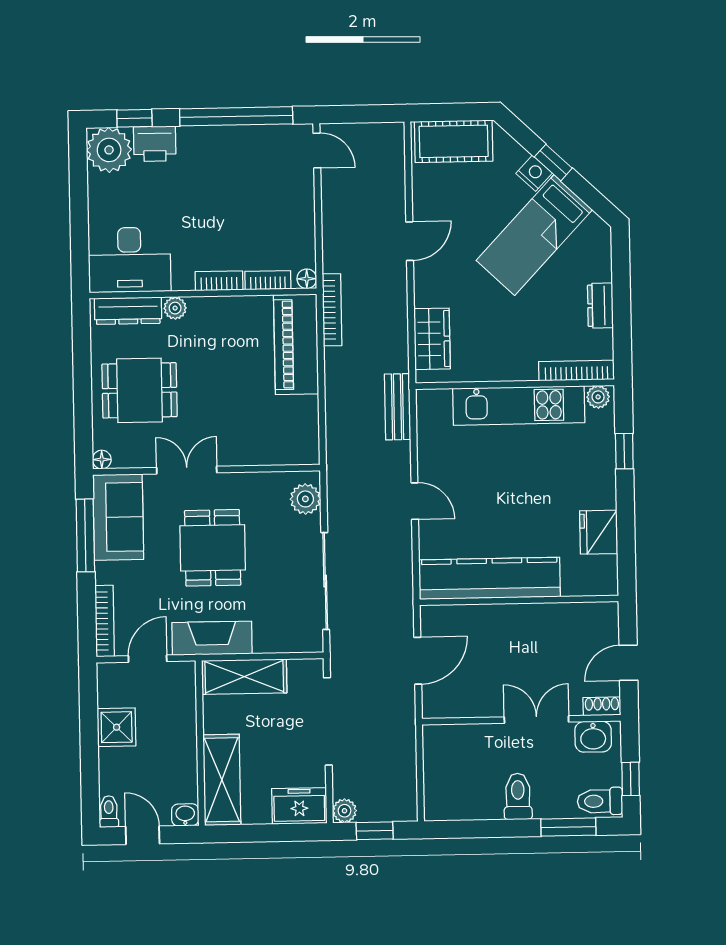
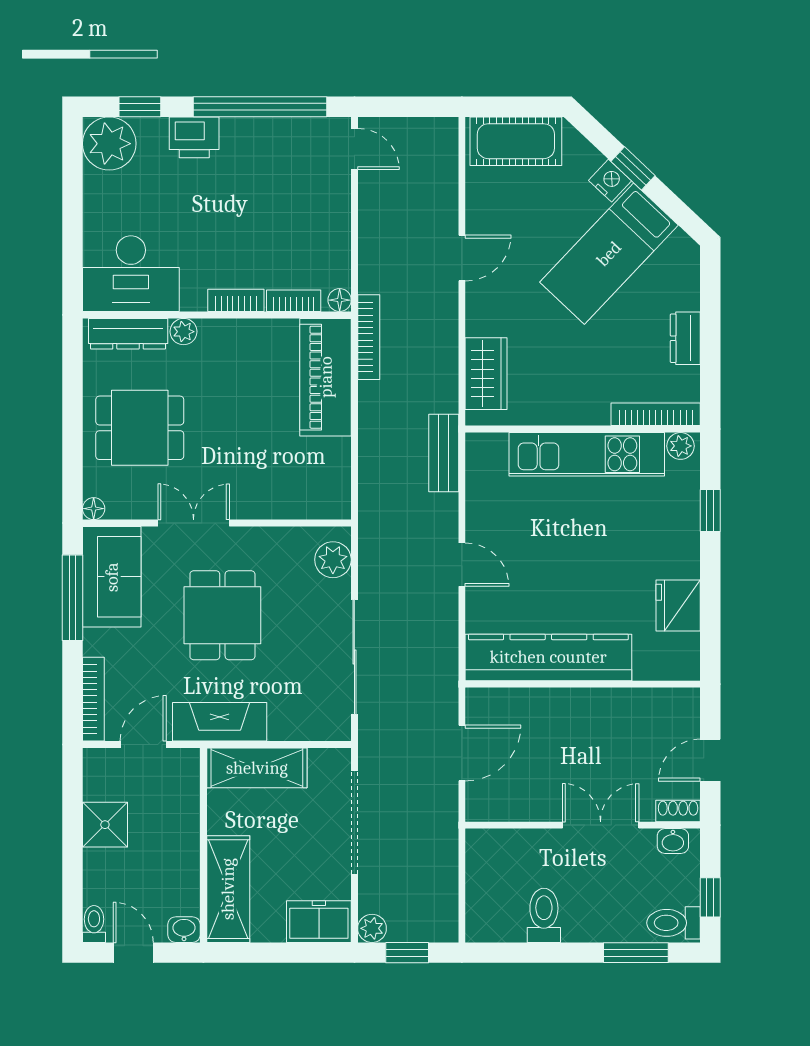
printer: (155, 144) -> (194, 137), moved
washbasin: (593, 737) -> (673, 841), width x0.72, depth x0.69
toilet: (518, 796) -> (544, 915), moved

